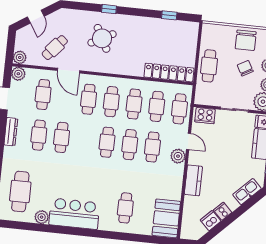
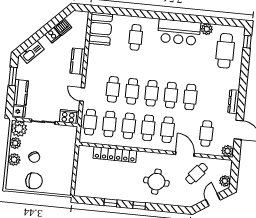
window: (109, 9) -> (139, 206), moved
window: (169, 15) -> (110, 203), moved
round table: (102, 38) -> (156, 182), turned 32
chair: (246, 40) -> (34, 181), turned 90
plant: (20, 57) -> (225, 181), moved
cafe table: (209, 66) -> (65, 159), removed
locker: (169, 73) -> (115, 155), moved
cafe table: (39, 135) -> (171, 95), moved
plant: (178, 156) -> (91, 82), removed

